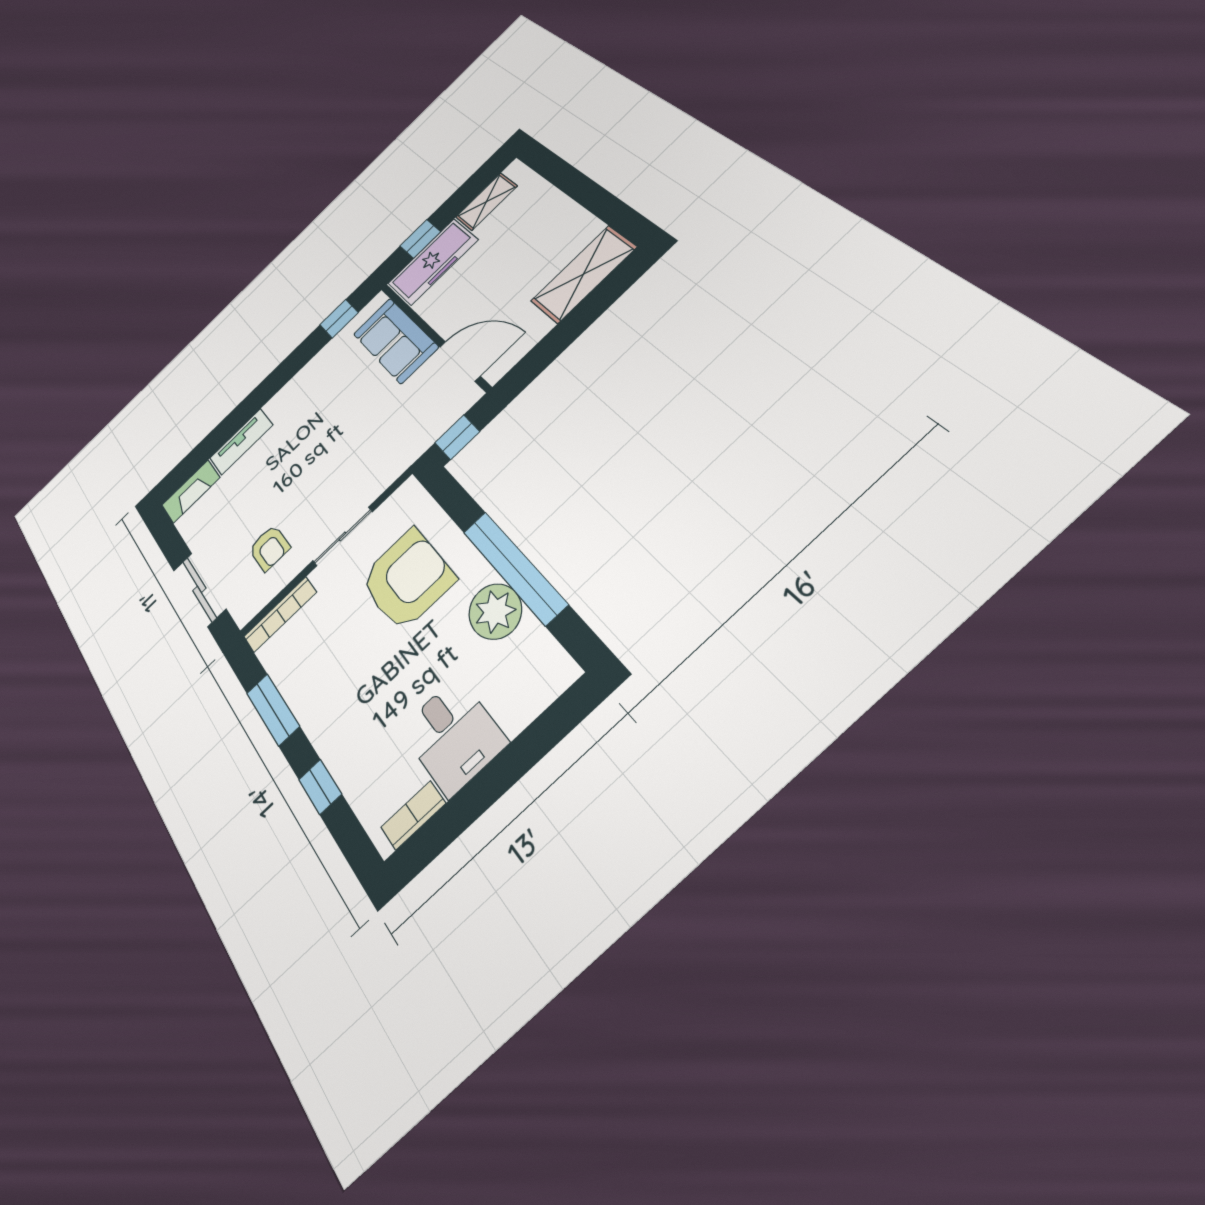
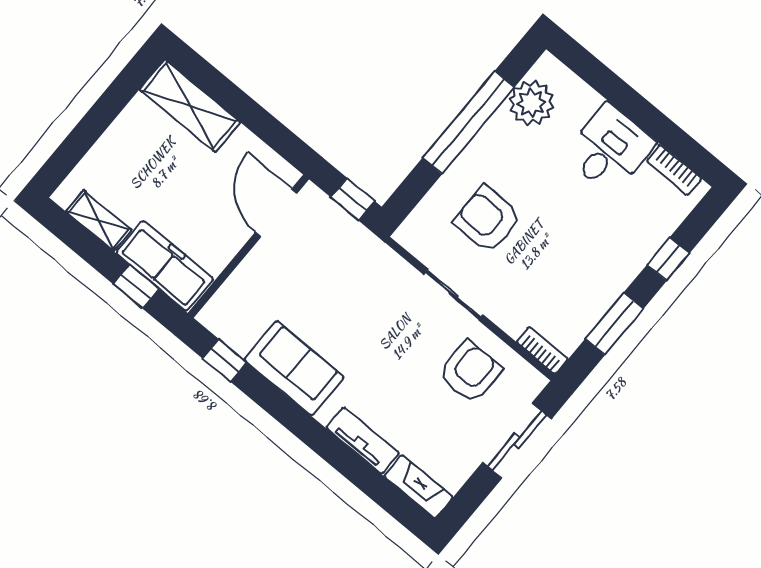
sofa: (395, 340) -> (294, 368), moved, turned -90
armchair: (269, 548) -> (470, 372), width x1.38, depth x1.38
armchair: (407, 579) -> (487, 219), width x0.73, depth x0.73
plant: (495, 612) -> (531, 103), moved
bookcase: (280, 615) -> (542, 350), width x0.64

